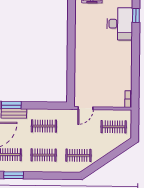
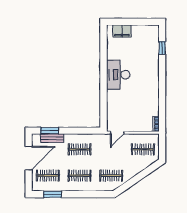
desk: (120, 24) -> (118, 75), moved, turned 180

